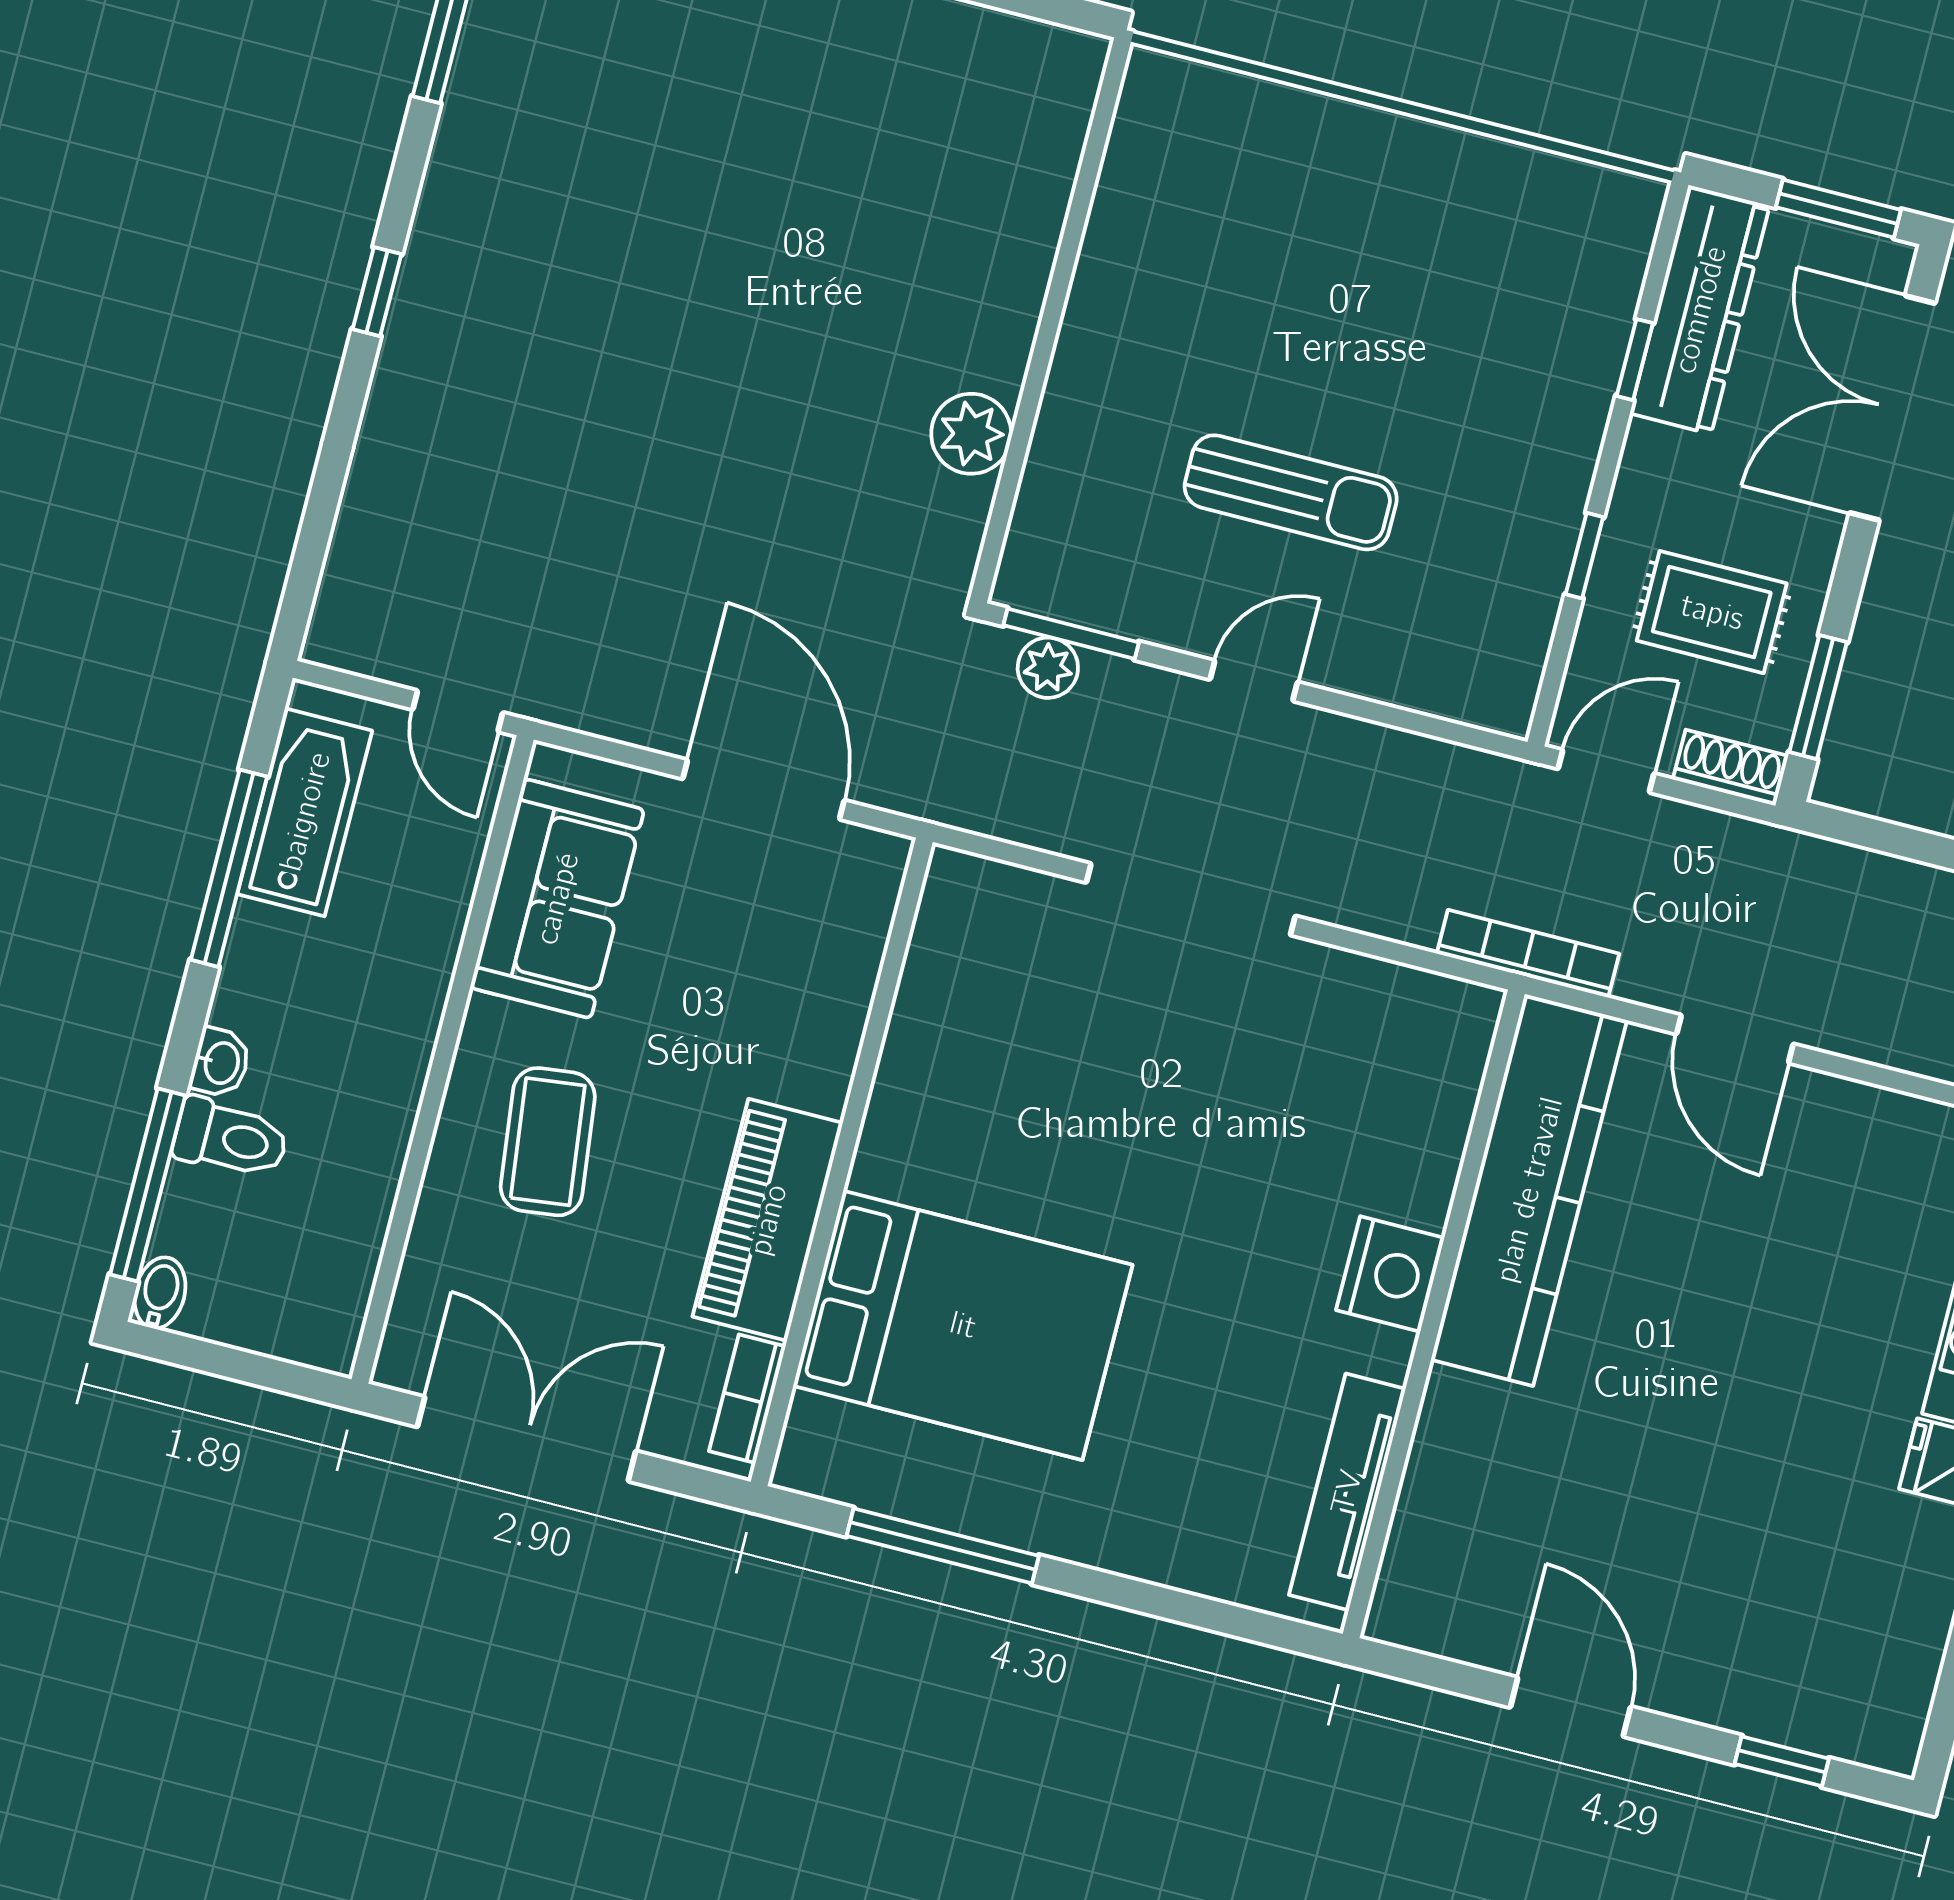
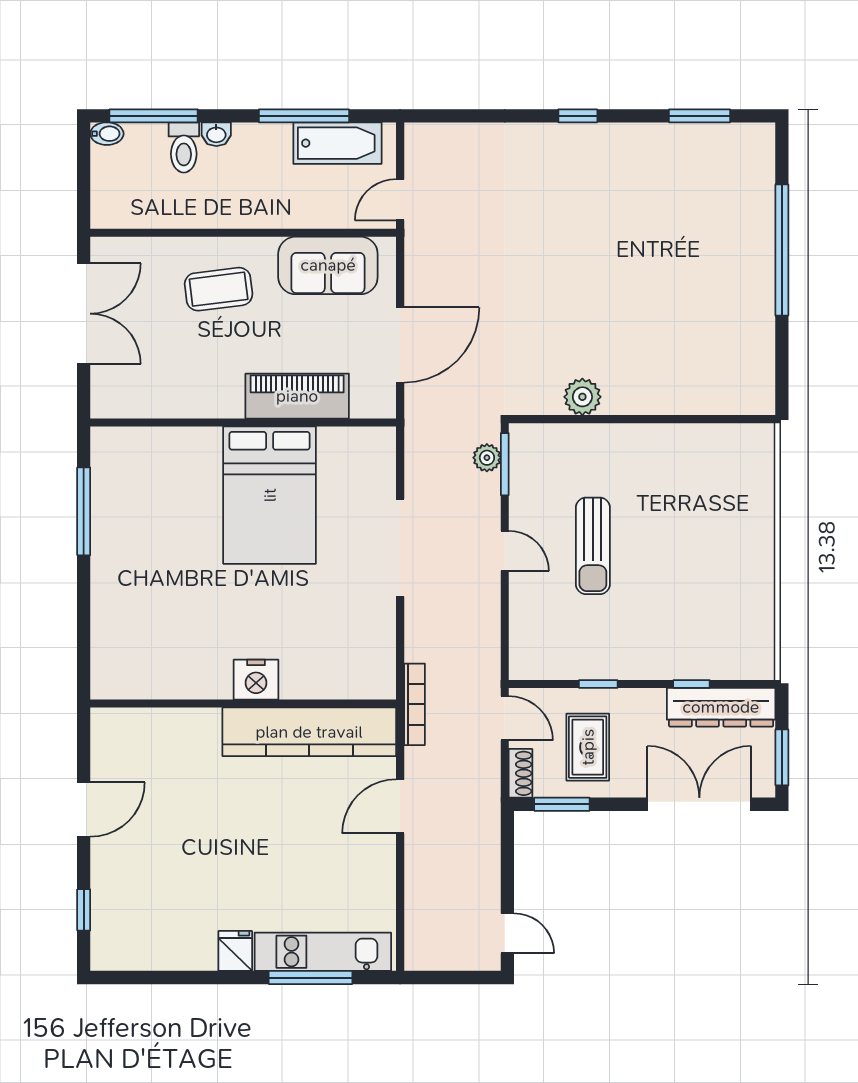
piano: (768, 1220) -> (297, 396), moved
bed: (963, 1325) -> (270, 495), moved
bookcase: (747, 1399) -> (127, 407), removed
tv unit: (1347, 1492) -> (154, 685), removed

